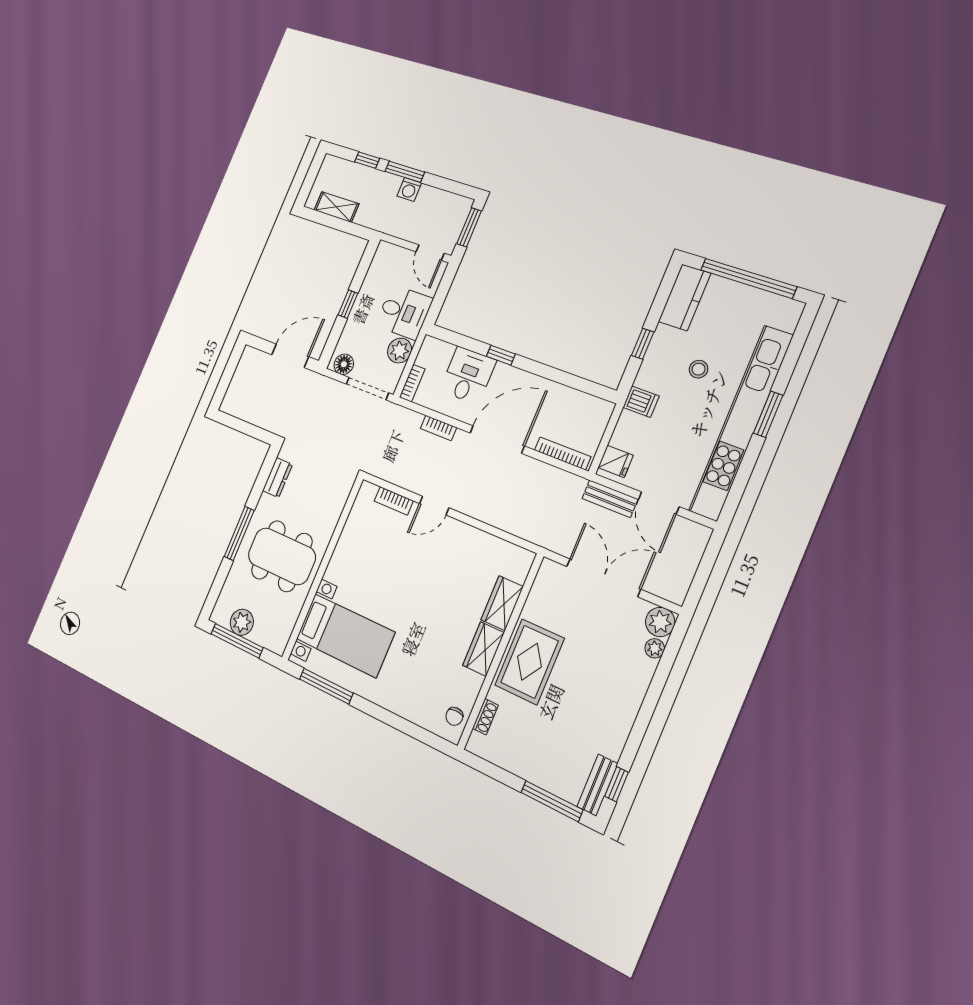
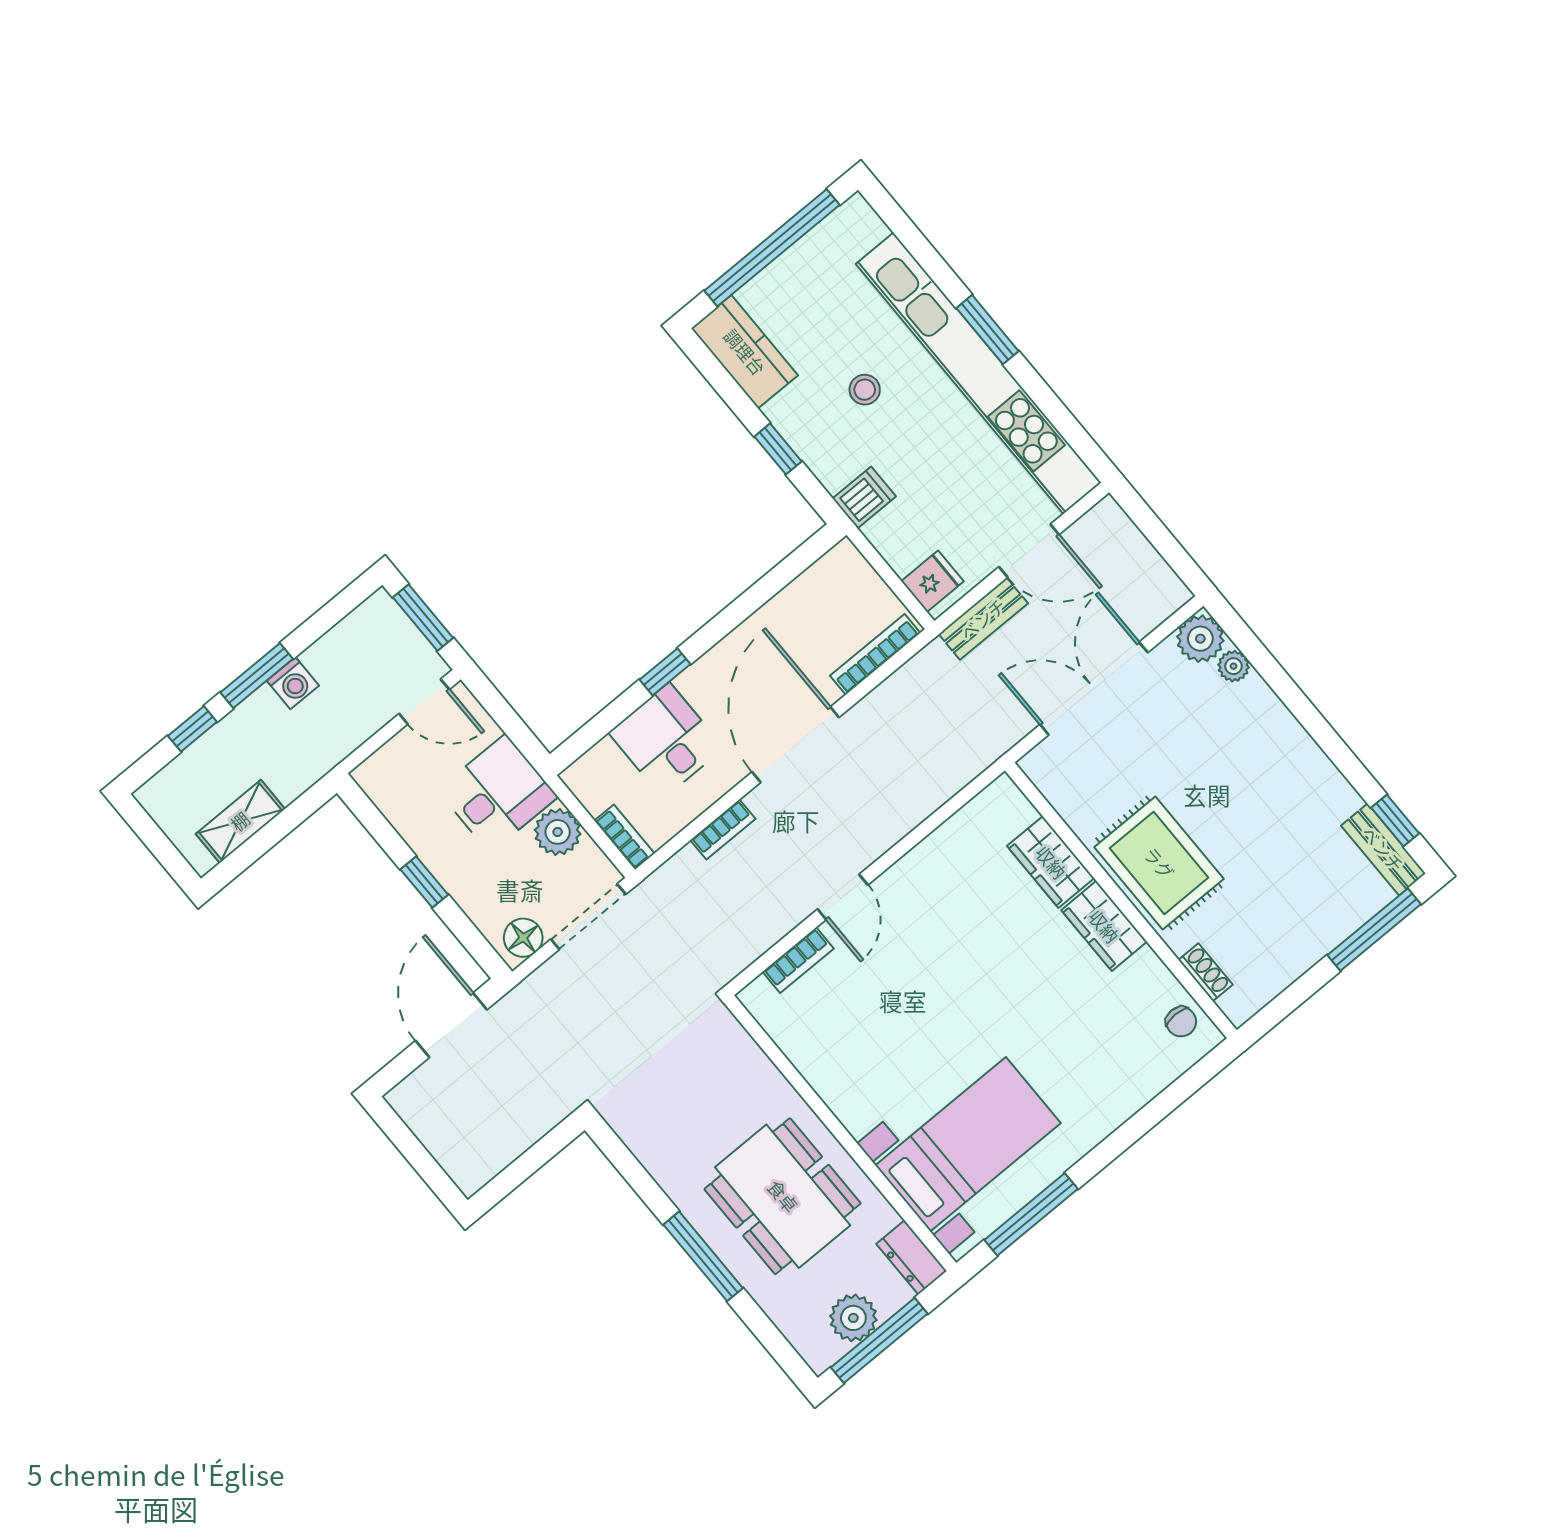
dresser: (277, 478) -> (911, 1257), moved, turned 180
dining table: (282, 556) -> (783, 1196), turned 90

